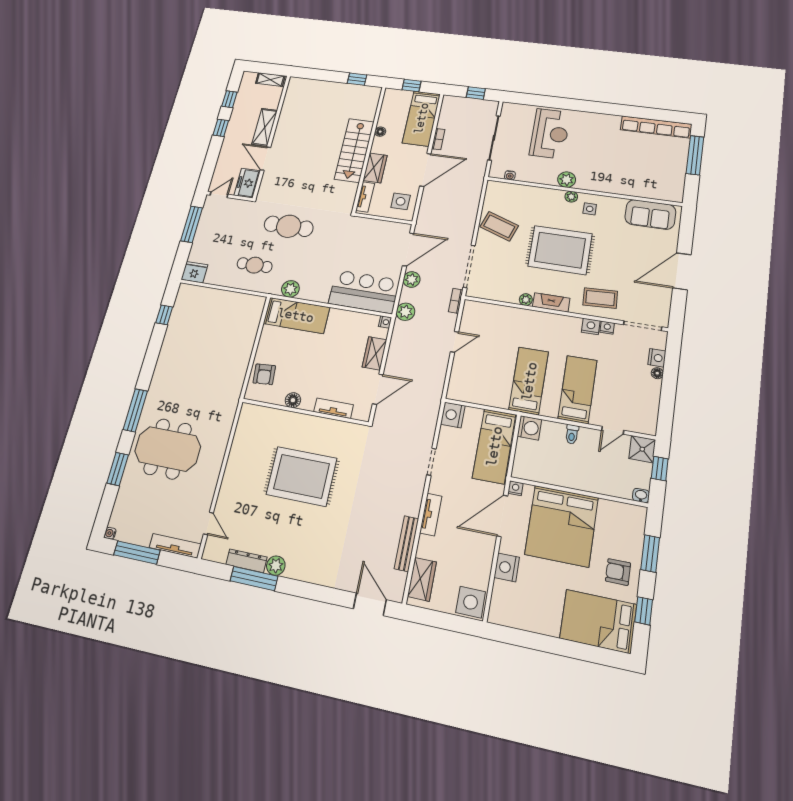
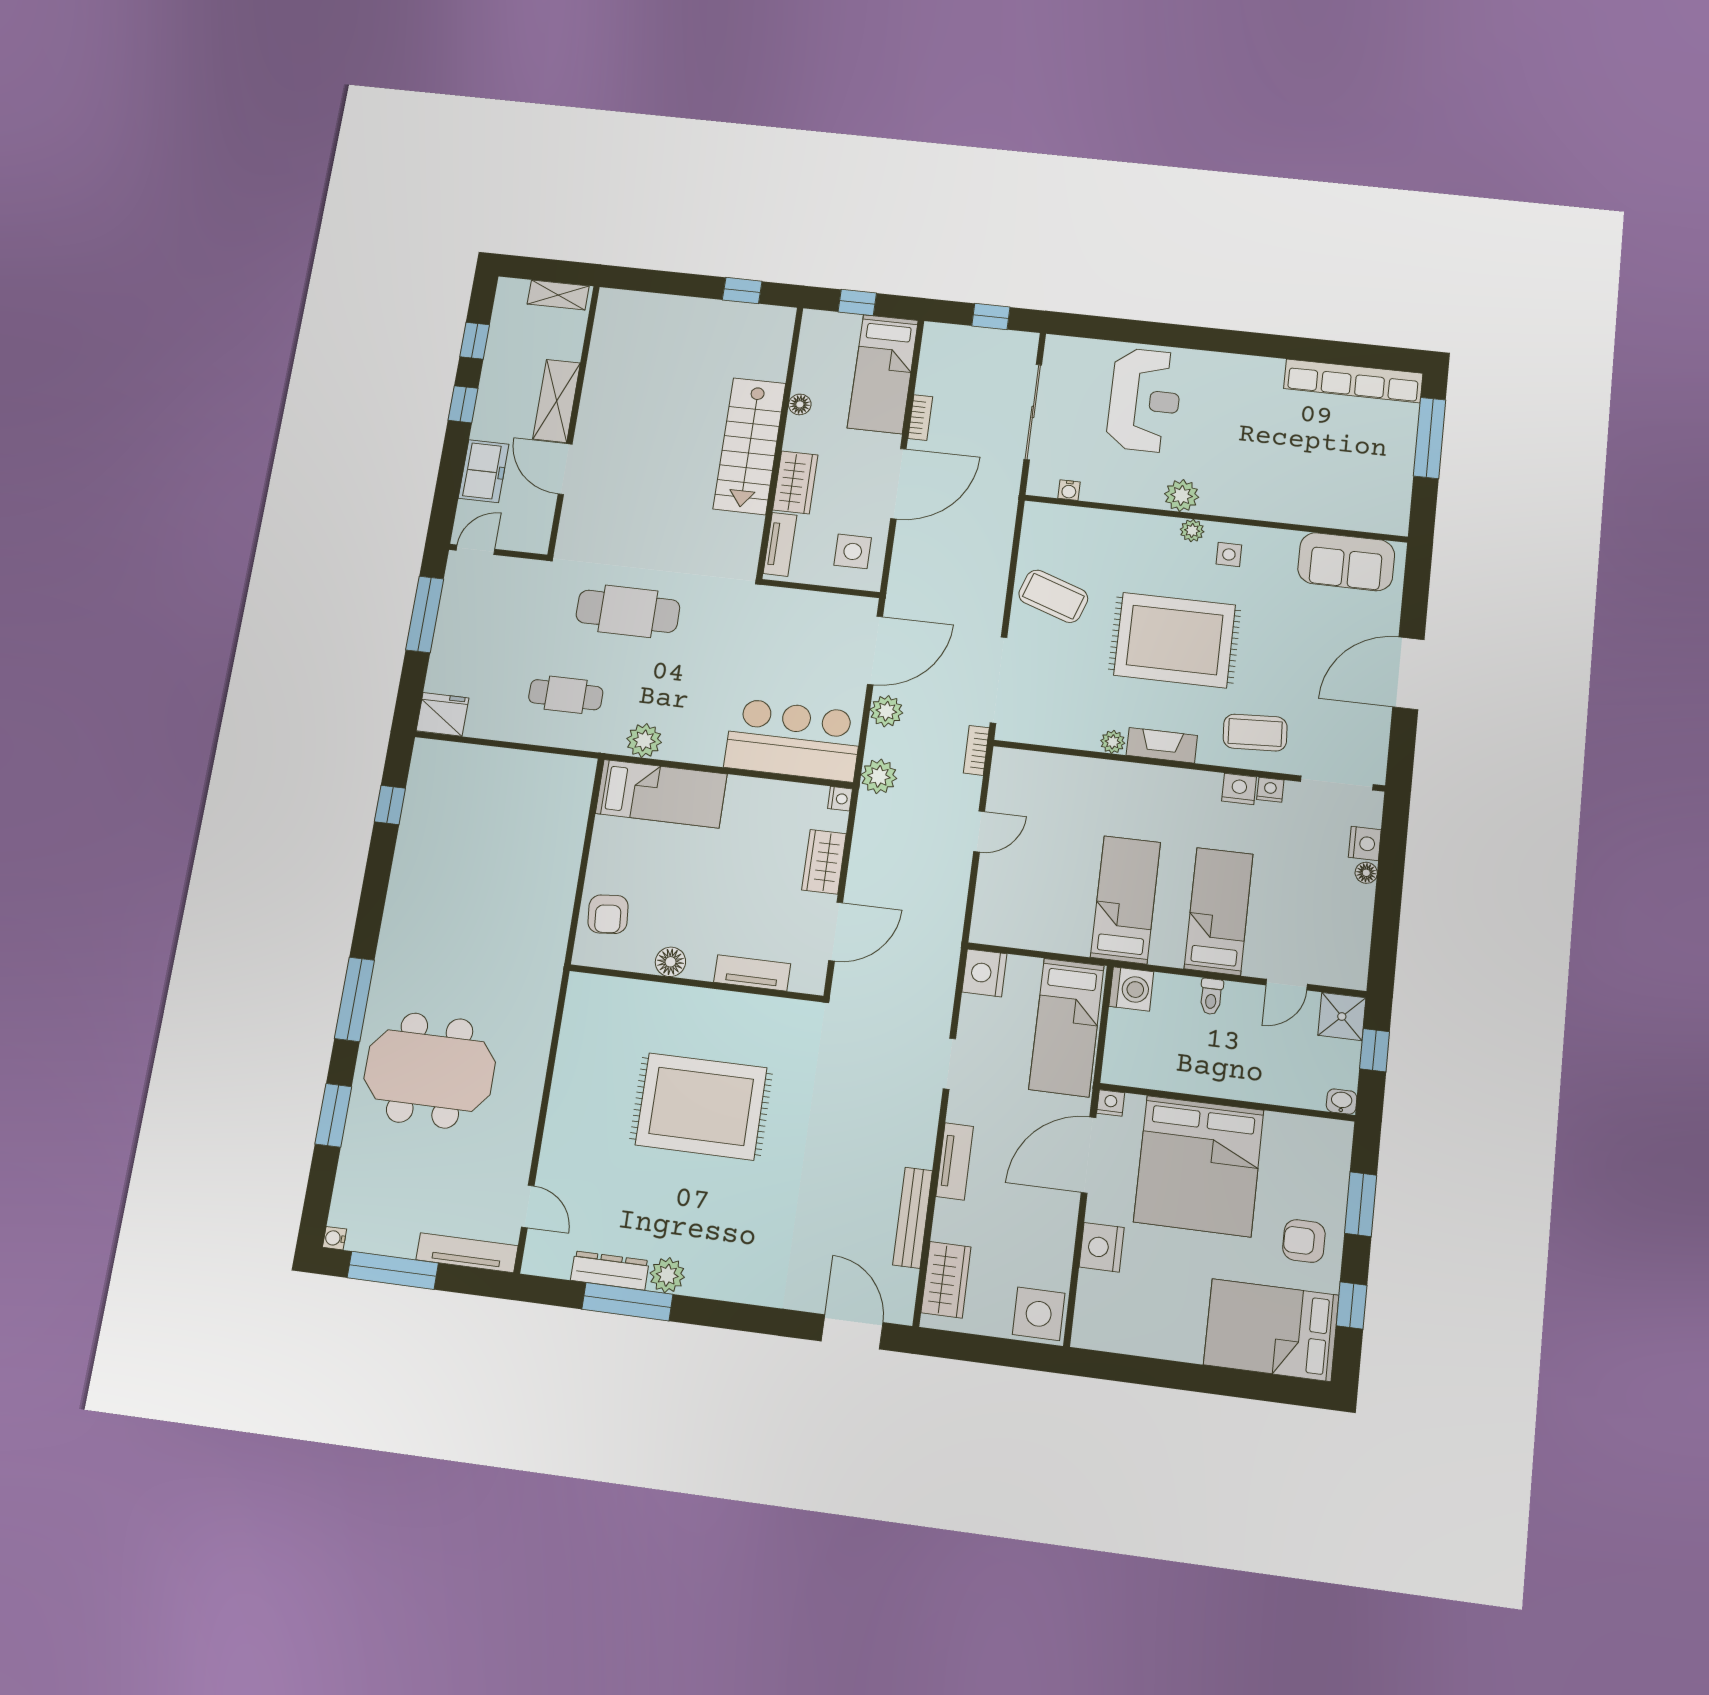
freezer: (247, 183) -> (484, 471), moved, turned 180

